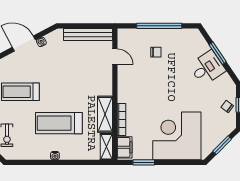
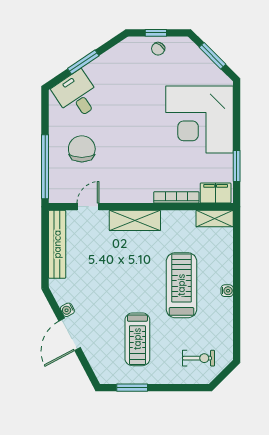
window: (159, 26) -> (45, 167), moved
chair: (156, 52) -> (82, 149), width x1.87, depth x1.87
desk: (207, 68) -> (77, 95), moved
shelving: (105, 114) -> (135, 220), moved
treadmill: (59, 123) -> (181, 285), turned 180

